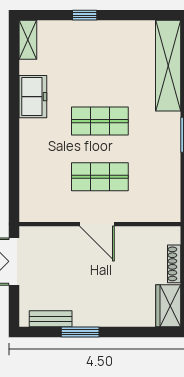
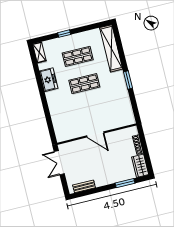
shop shelf: (100, 177) -> (78, 56), moved
window: (80, 332) -> (125, 183), moved

